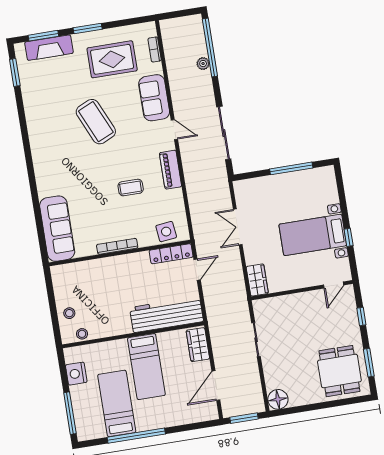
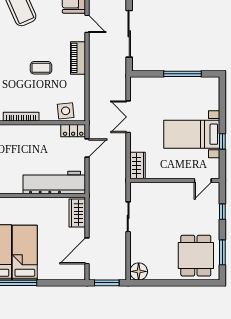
locker: (171, 254) -> (73, 131), width x0.66
bed: (146, 367) -> (25, 253), moved, turned 180

